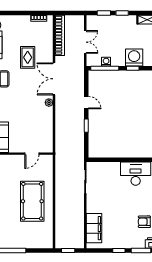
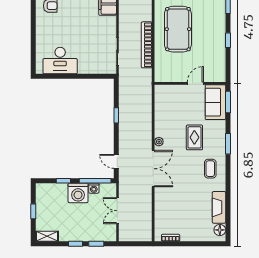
bookcase: (60, 35) -> (147, 45), moved
rug: (28, 57) -> (194, 137), moved
washing machine: (134, 58) -> (78, 193), moved
door: (86, 103) -> (116, 161), moved
door: (32, 154) -> (195, 83), moved

